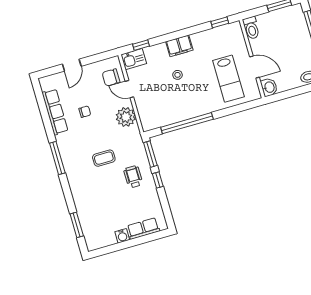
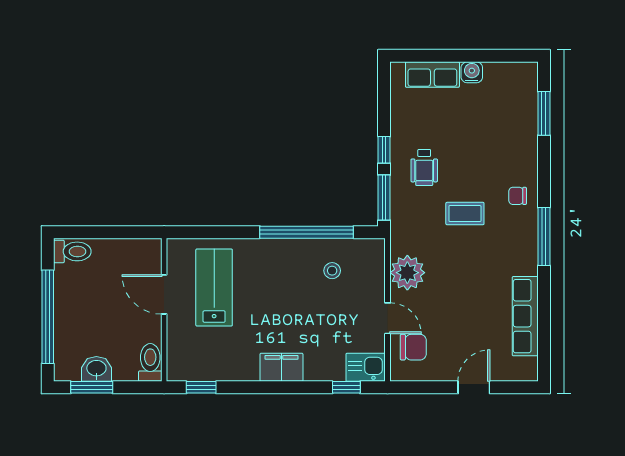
stool: (177, 75) -> (332, 271), moved
washbasin: (269, 87) -> (96, 369), moved, turned 90
chair: (85, 112) -> (518, 196), moved

